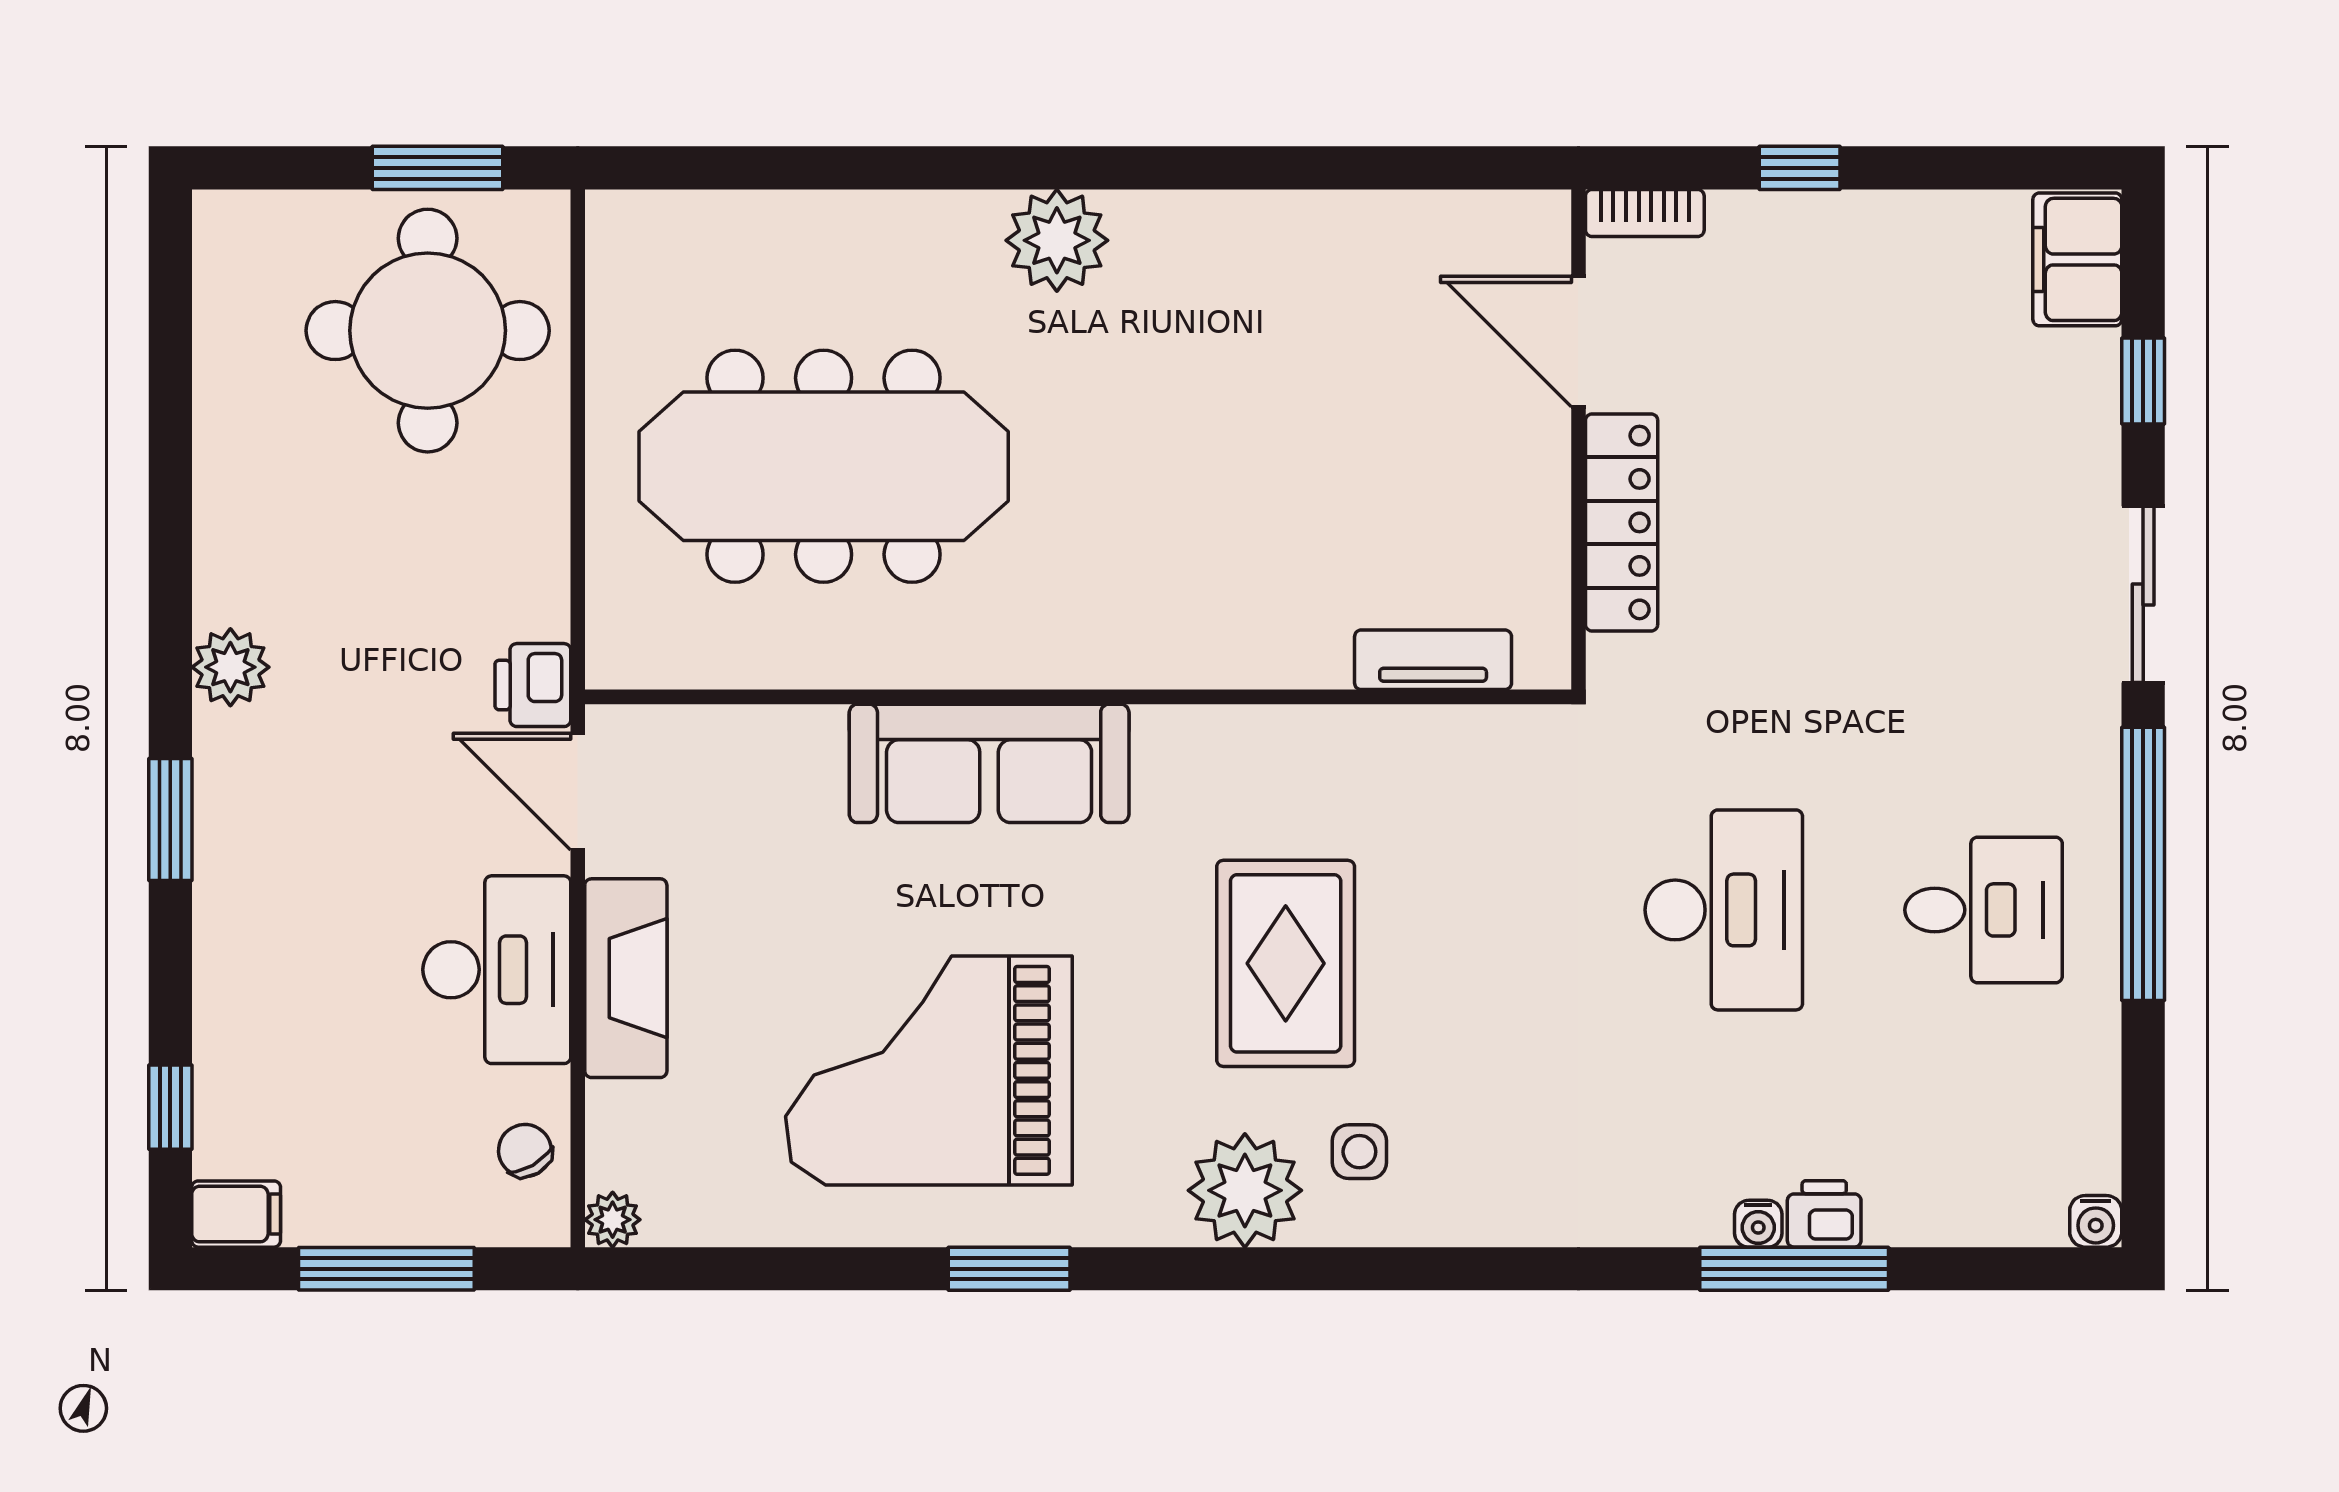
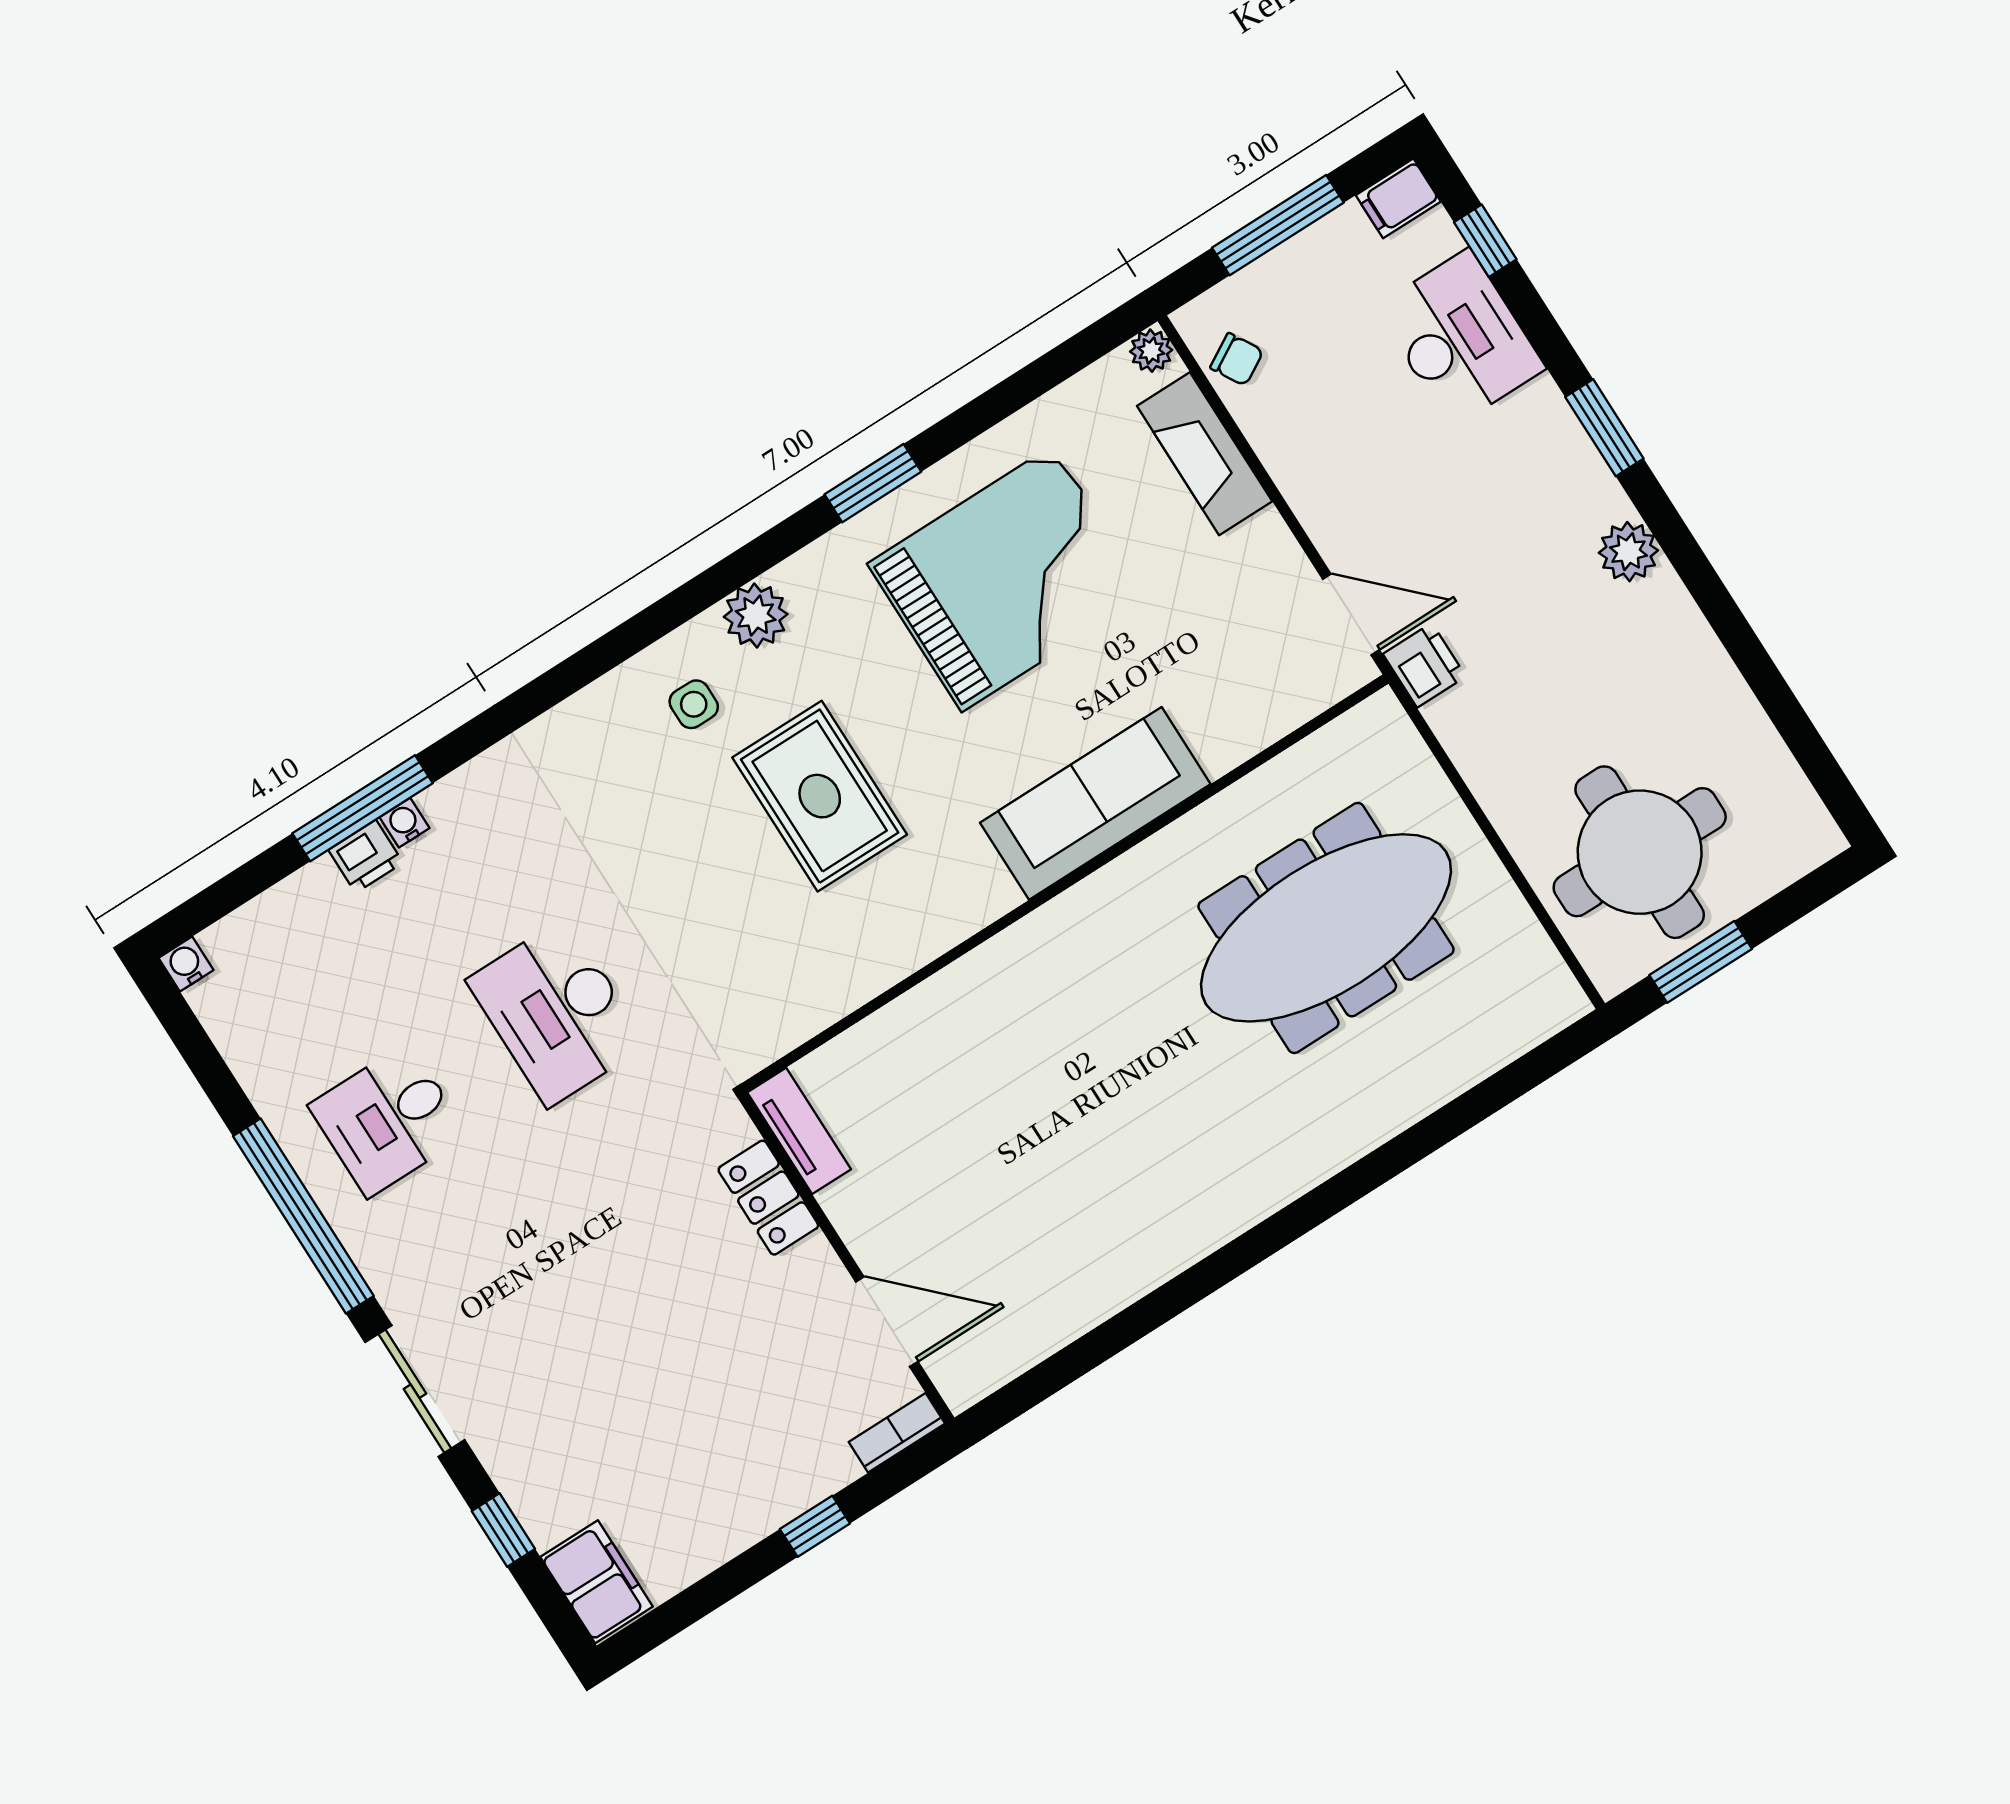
plant: (1057, 240) -> (1268, 1171), removed
locker: (1622, 522) -> (768, 1198), width x0.66
tv unit: (1433, 660) -> (799, 1131), moved, turned -90
desk: (497, 970) -> (1460, 338), moved, turned 180
fireplace: (626, 978) -> (1205, 454), moved
plant: (1245, 1190) -> (756, 615), width x0.73, depth x0.73

